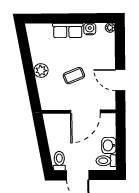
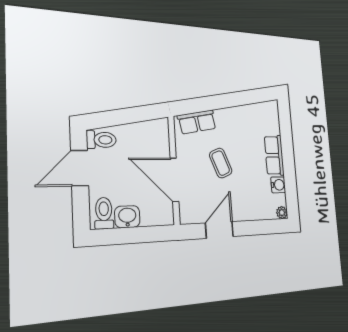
plant: (41, 70) -> (224, 118), removed
row of seats: (45, 92) -> (197, 122), added

